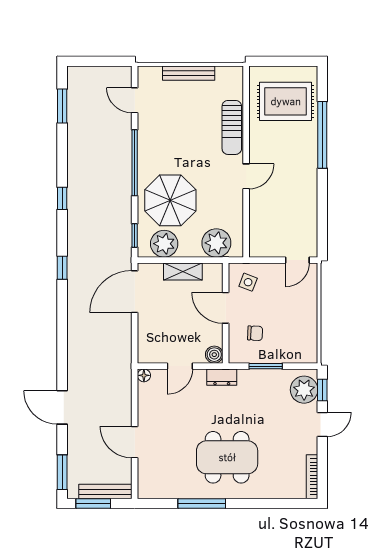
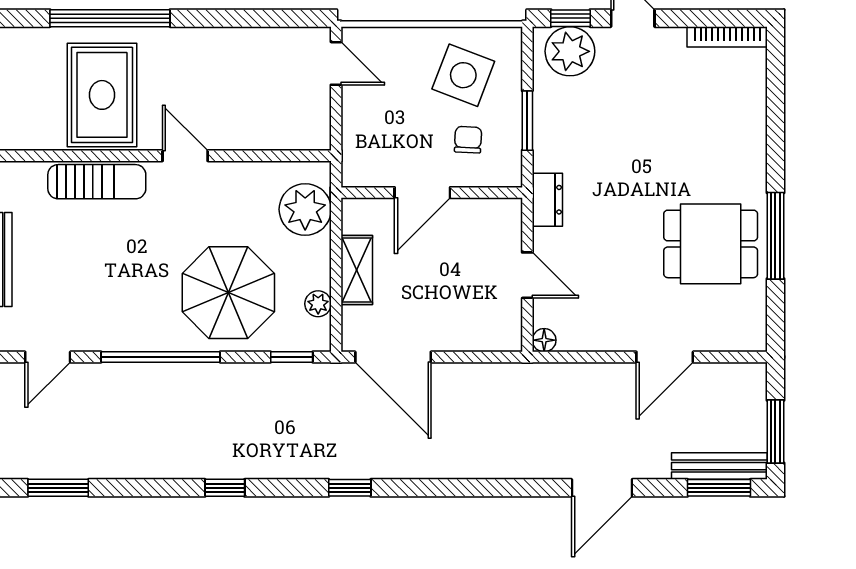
rug: (286, 101) -> (102, 95), moved
plant: (164, 244) -> (318, 304), width x0.53, depth x0.53
side table: (248, 282) -> (463, 75), moved, width x1.87, depth x1.87
boiler: (214, 355) -> (507, 213), removed
dining table: (227, 457) -> (711, 244), moved, width x0.73
bench: (105, 492) -> (719, 466), moved, turned 90

